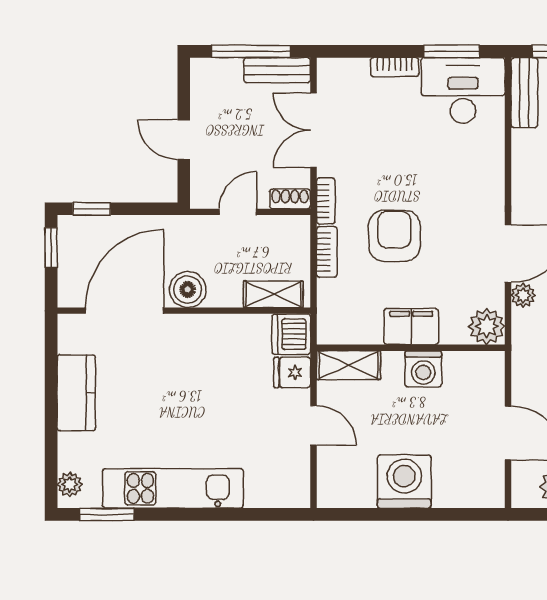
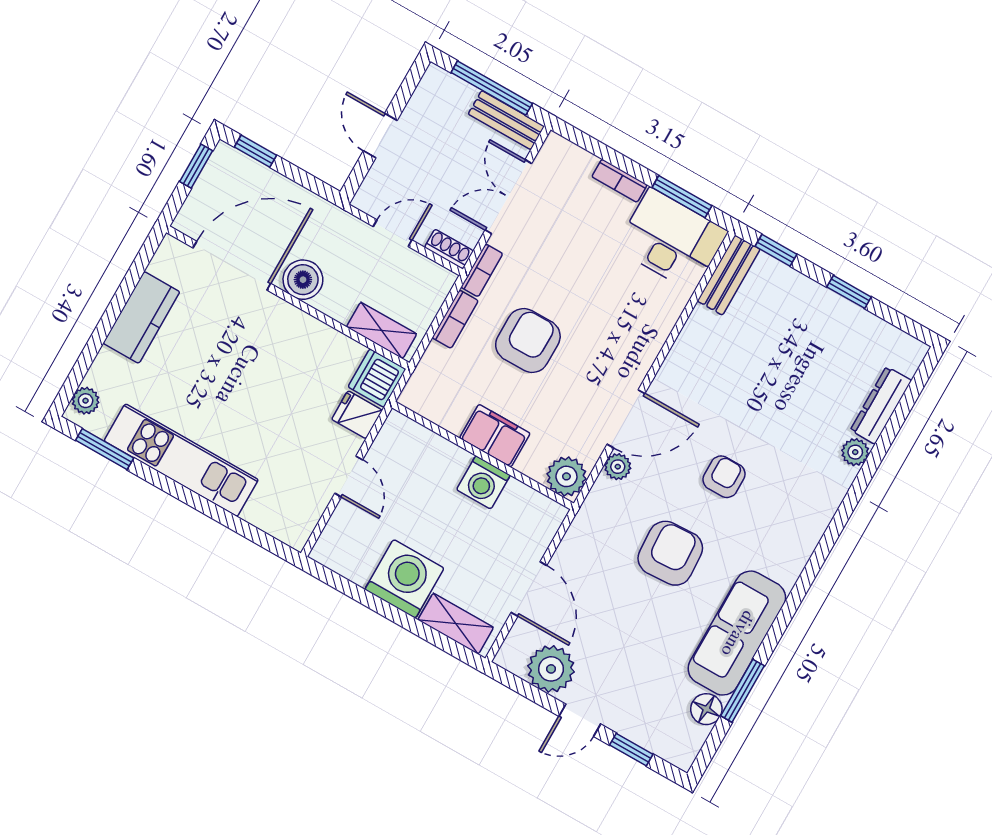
shelving: (348, 365) -> (456, 624), moved

